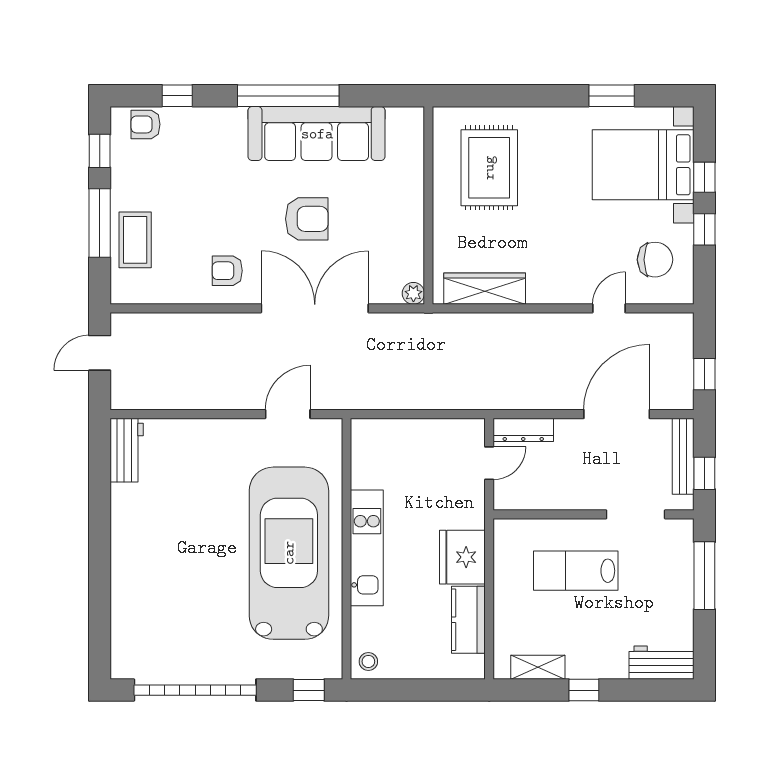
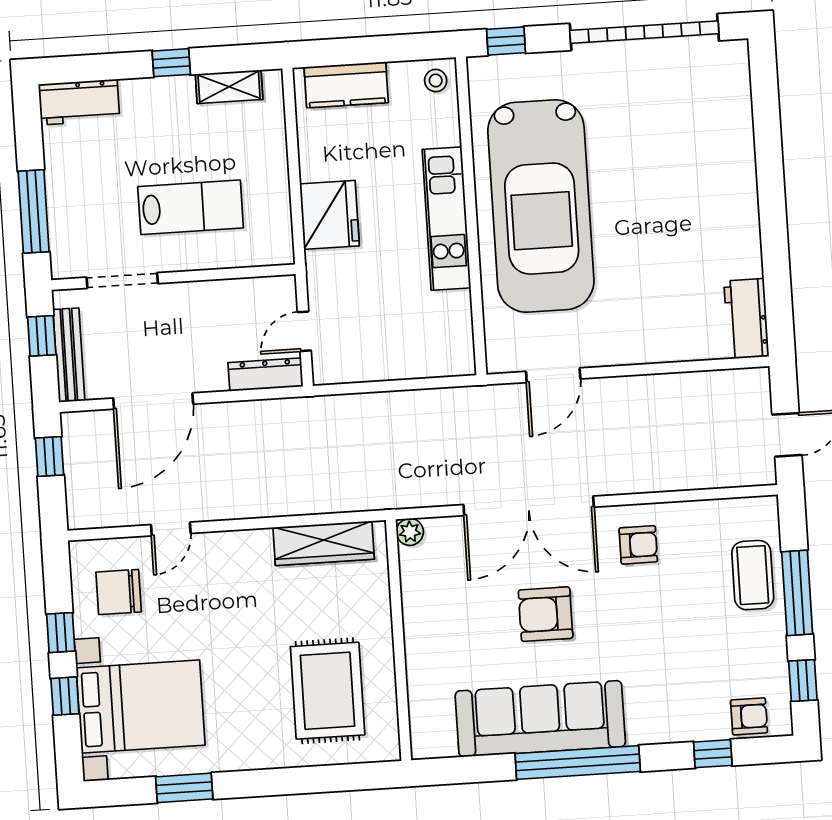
kitchen counter: (468, 620) -> (346, 85), moved, turned 90

